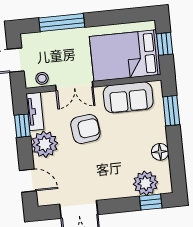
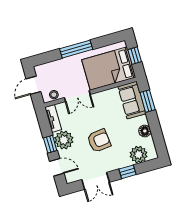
window: (62, 22) -> (76, 49), moved
sofa: (128, 97) -> (132, 100), moved, turned 90
window: (22, 126) -> (50, 144), moved
armchair: (85, 129) -> (99, 141), moved
window: (151, 202) -> (128, 172), moved

